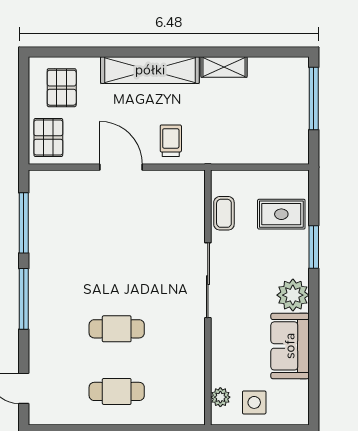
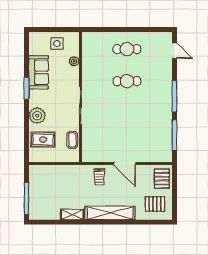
pallet: (62, 88) -> (155, 204), turned 90
window: (314, 247) -> (27, 88), moved
plant: (293, 295) -> (37, 116), moved
plant: (220, 397) -> (74, 61), moved

